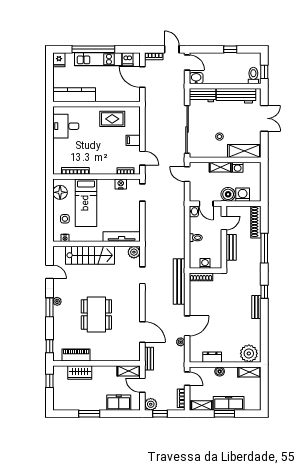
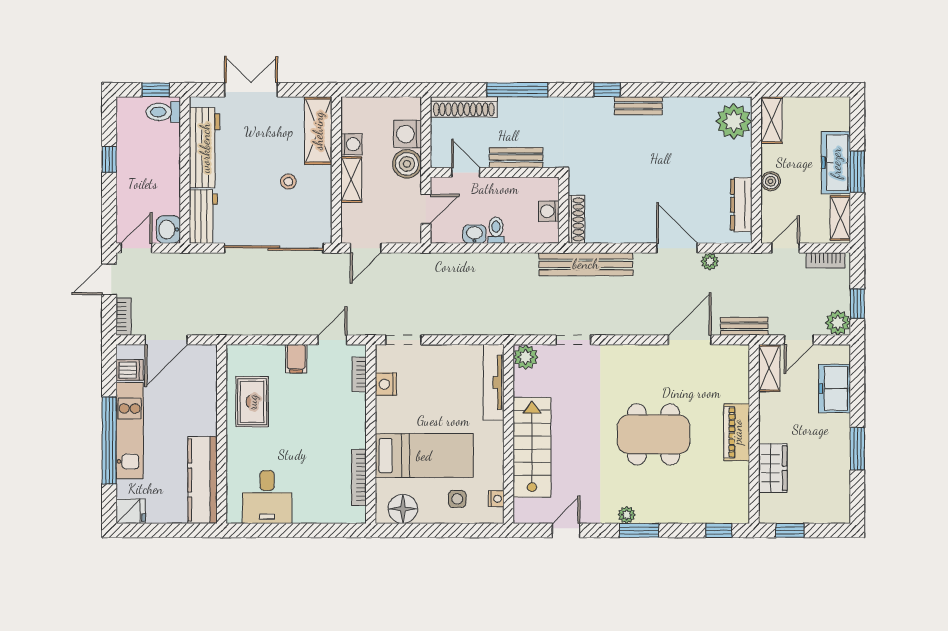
washbasin: (194, 211) -> (474, 234), moved
piano: (76, 355) -> (737, 432), moved
dresser: (212, 357) -> (741, 205), width x1.44

